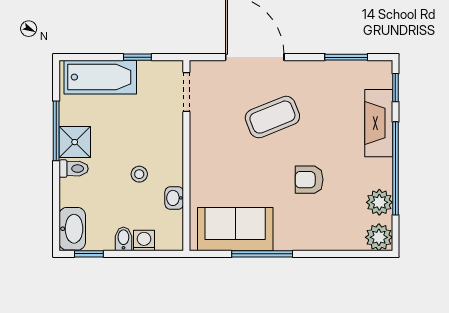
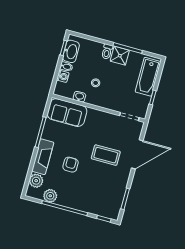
coffee table: (272, 117) -> (106, 155), turned -68
fireplace: (379, 123) -> (43, 157), moved, turned 90
washbasin: (72, 229) -> (71, 51), moved, turned -90
sofa: (235, 229) -> (67, 113), moved, turned 90
plant: (379, 237) -> (36, 181), moved

